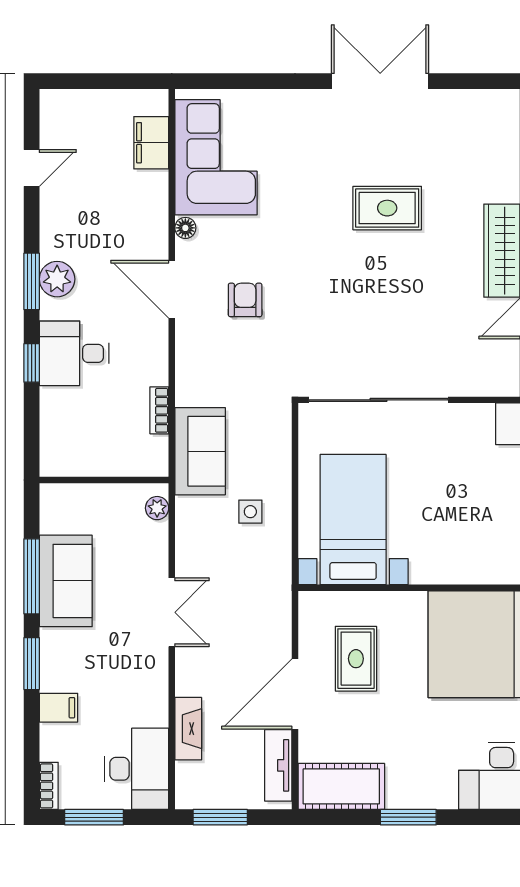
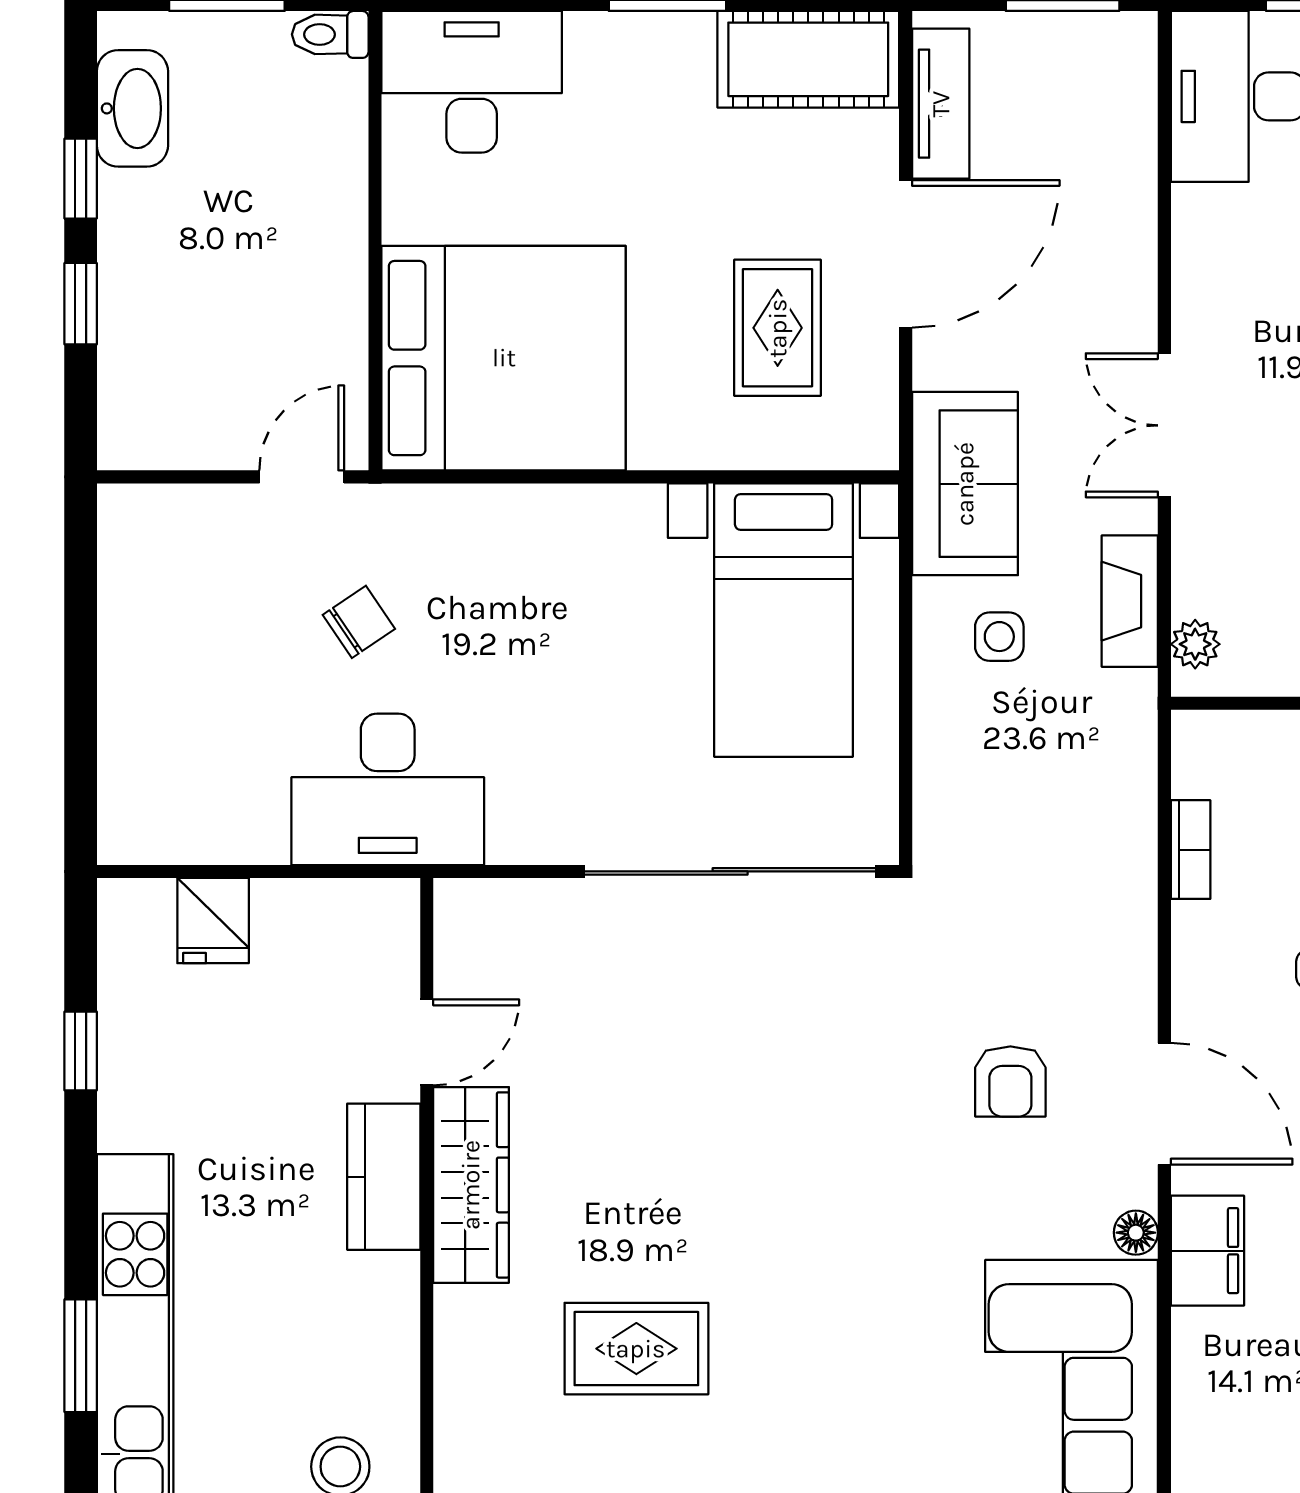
filing cabinet: (151, 143) -> (1207, 1251), moved
rug: (387, 208) -> (636, 1349), moved
sofa: (200, 451) -> (965, 484), moved, turned 180
fireplace: (188, 729) -> (1130, 601), moved

